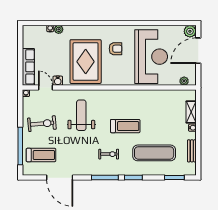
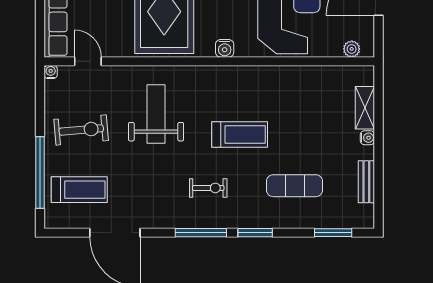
water cooler: (58, 81) -> (225, 48), moved
exercise mat: (154, 153) -> (295, 186), width x0.73, depth x0.69

